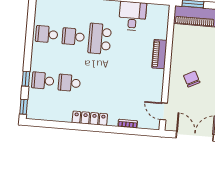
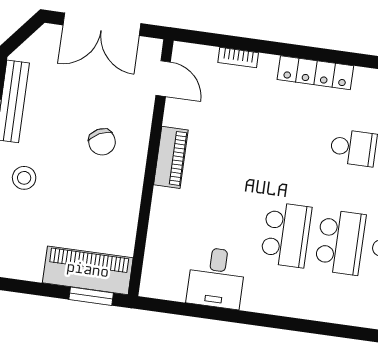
school desk: (73, 37) -> (340, 242), width x1.85
piano: (159, 54) -> (171, 157), moved

